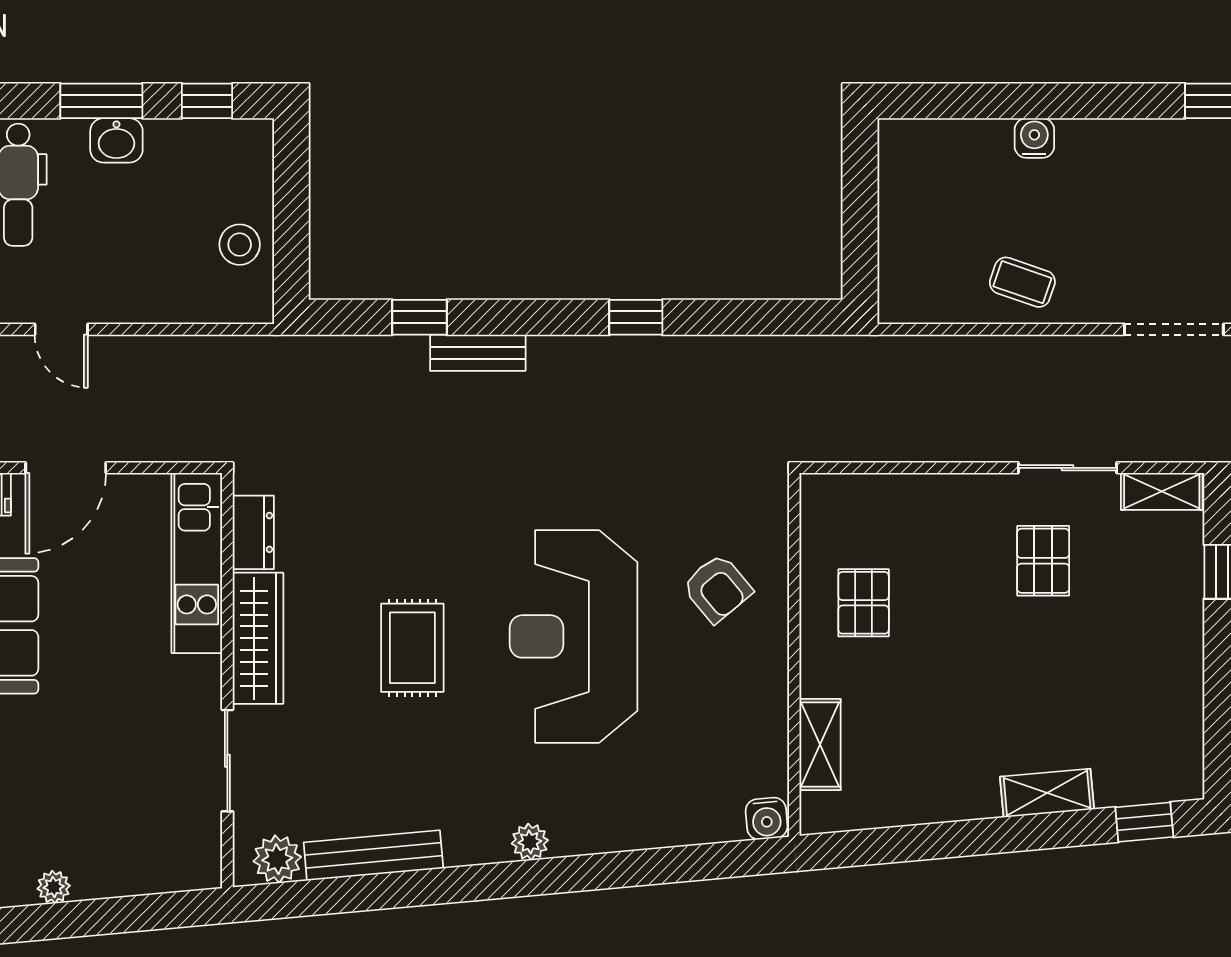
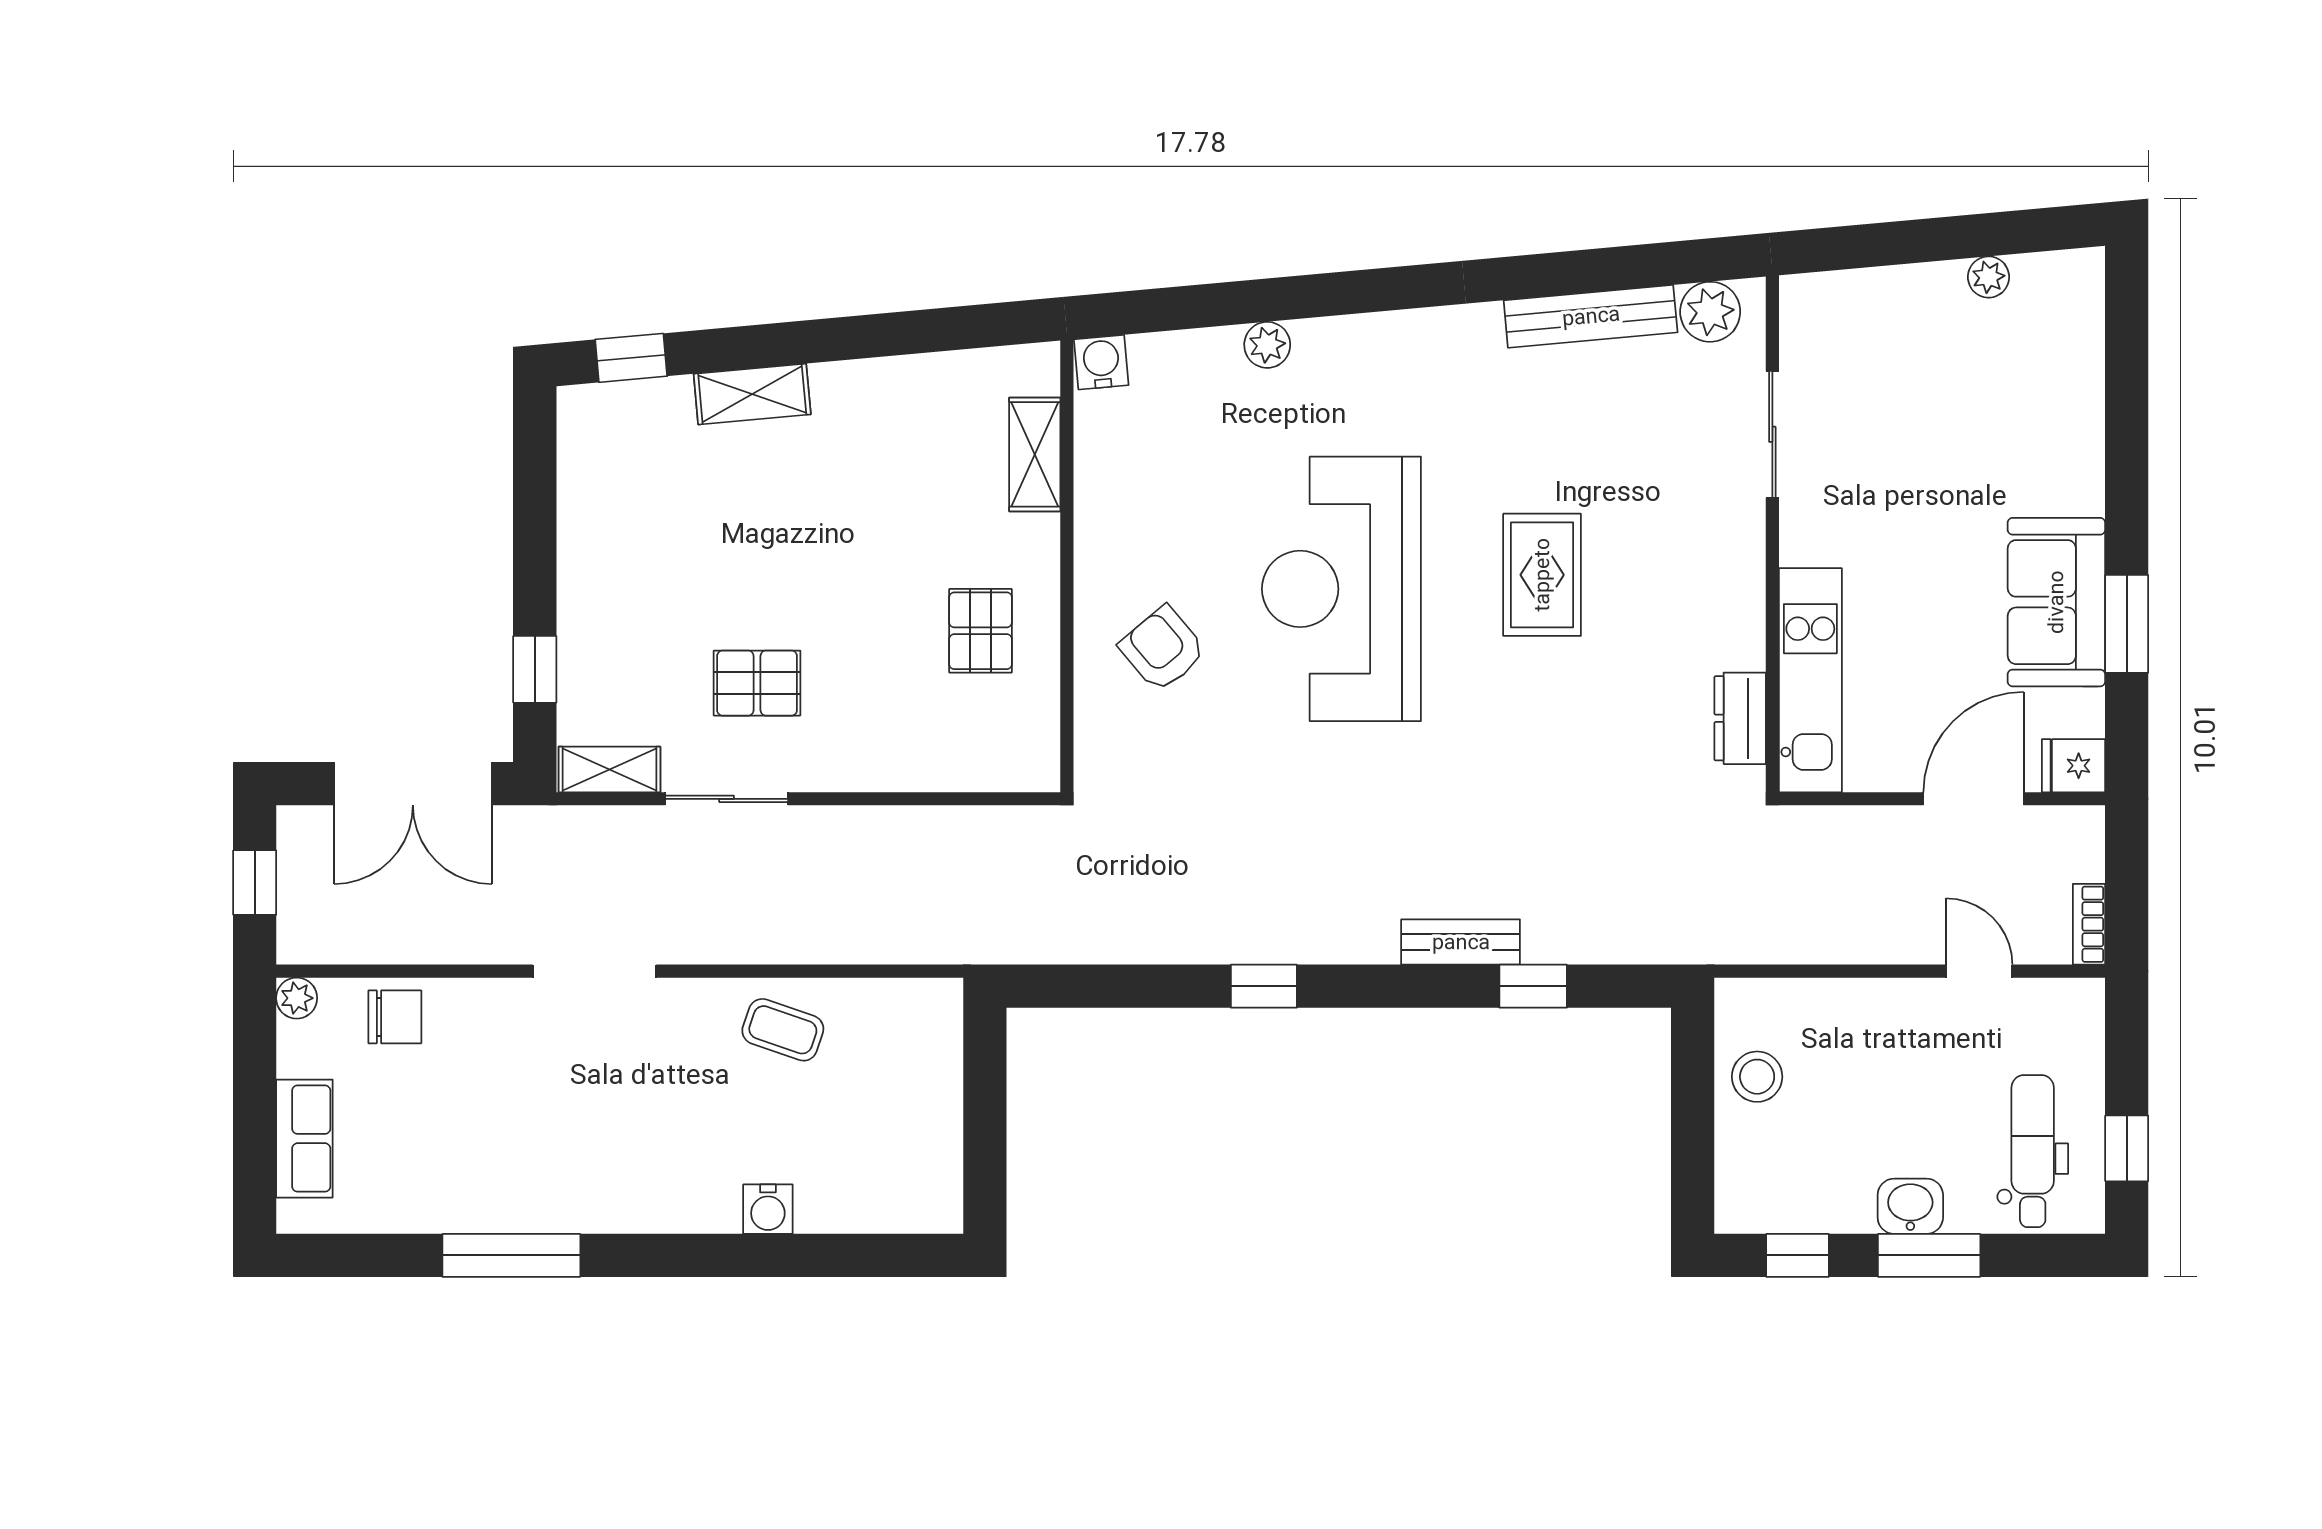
pallet: (1043, 561) -> (757, 683), turned 90
reception desk: (574, 636) -> (1341, 589), turned 180
wardrobe: (258, 638) -> (1734, 587), removed
plant: (530, 842) -> (1267, 345), moved

